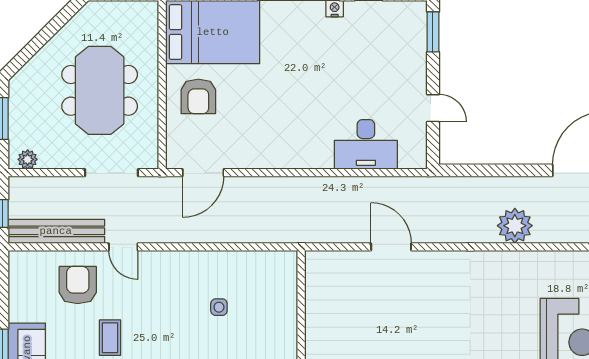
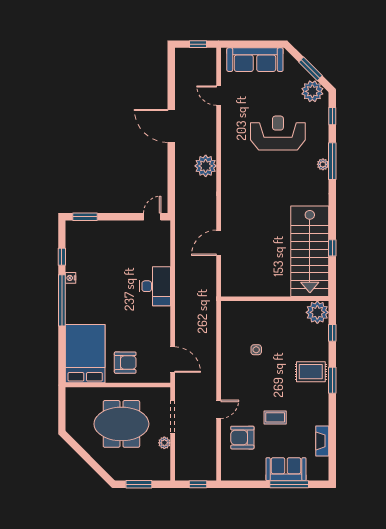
door: (433, 108) -> (152, 217), moved
desk: (366, 144) -> (155, 286), moved
plant: (28, 159) -> (164, 443), moved
bench: (56, 231) -> (209, 451), removed

